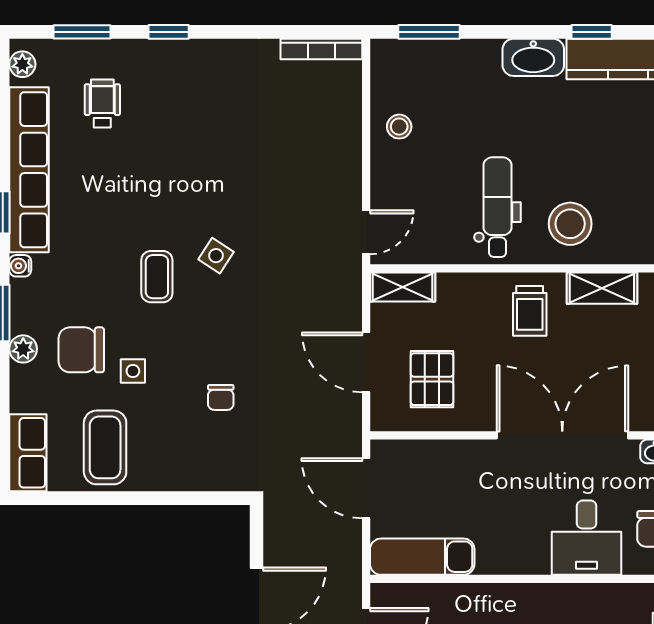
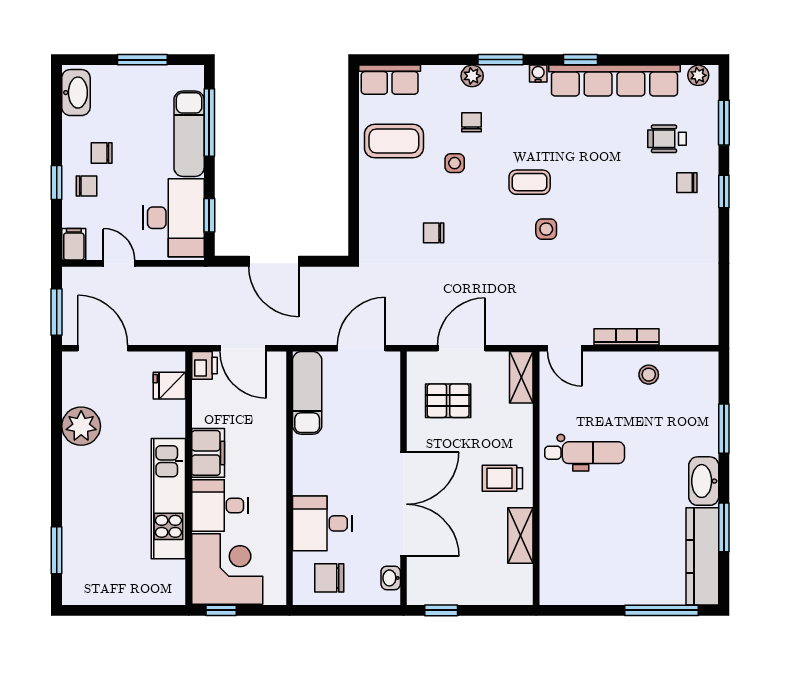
window: (429, 32) -> (724, 429), moved
window: (592, 32) -> (724, 527), width x1.50
bookcase: (321, 49) -> (626, 337), moved, turned 90
chair: (158, 79) -> (687, 183), added
wheelchair: (102, 103) -> (667, 139), turned 180
stool: (570, 224) -> (572, 510), removed
side table: (216, 256) -> (546, 229), turned -33
chair: (81, 350) -> (471, 122), width x0.54, depth x0.54

